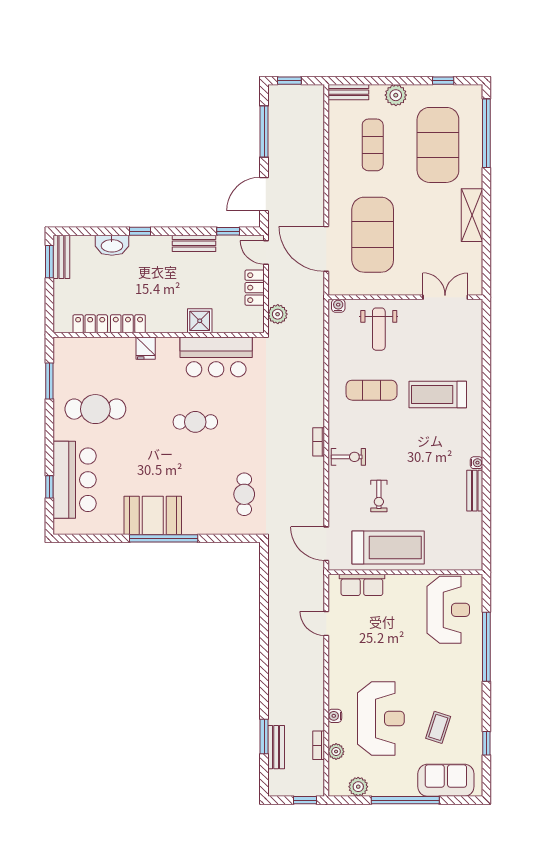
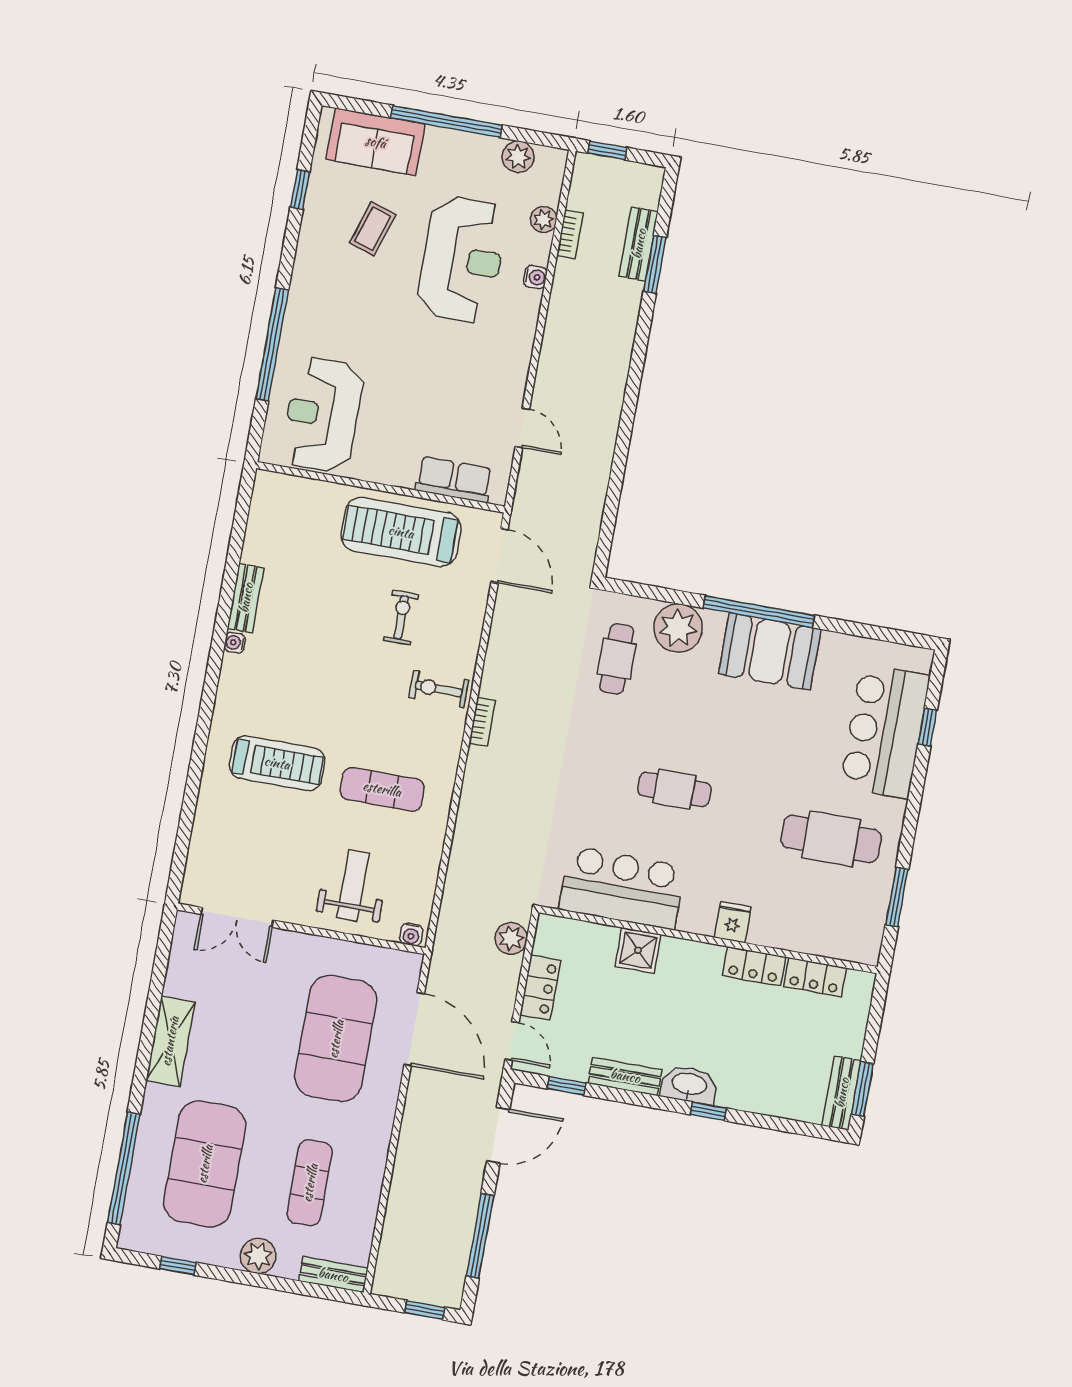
washbasin: (112, 245) -> (689, 1085), moved
plant: (211, 520) -> (678, 628), added
reception desk: (381, 718) -> (462, 260), turned 180

